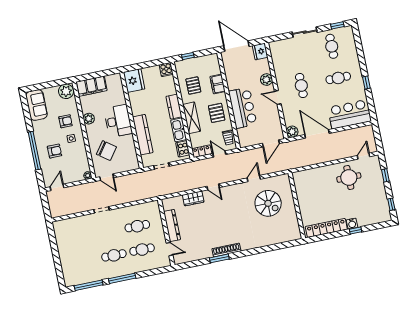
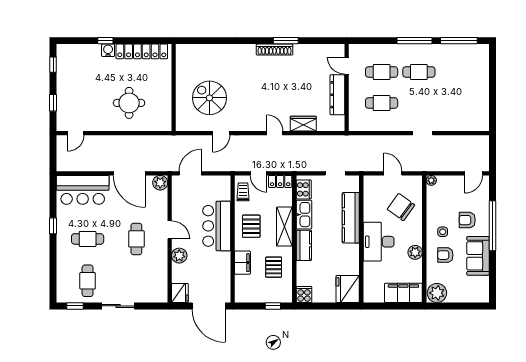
sofa: (37, 105) -> (478, 256), moved
door: (107, 177) -> (393, 173), moved
round table: (349, 177) -> (129, 103), moved

